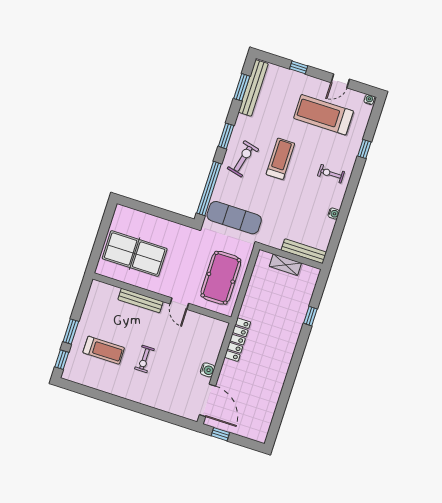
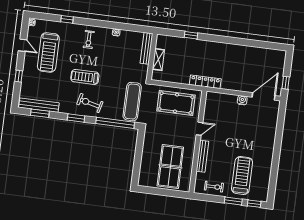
locker: (238, 340) -> (205, 82), moved
treadmill: (104, 350) -> (242, 176), width x1.37, depth x1.38
exercise bike: (144, 359) -> (214, 187), moved

